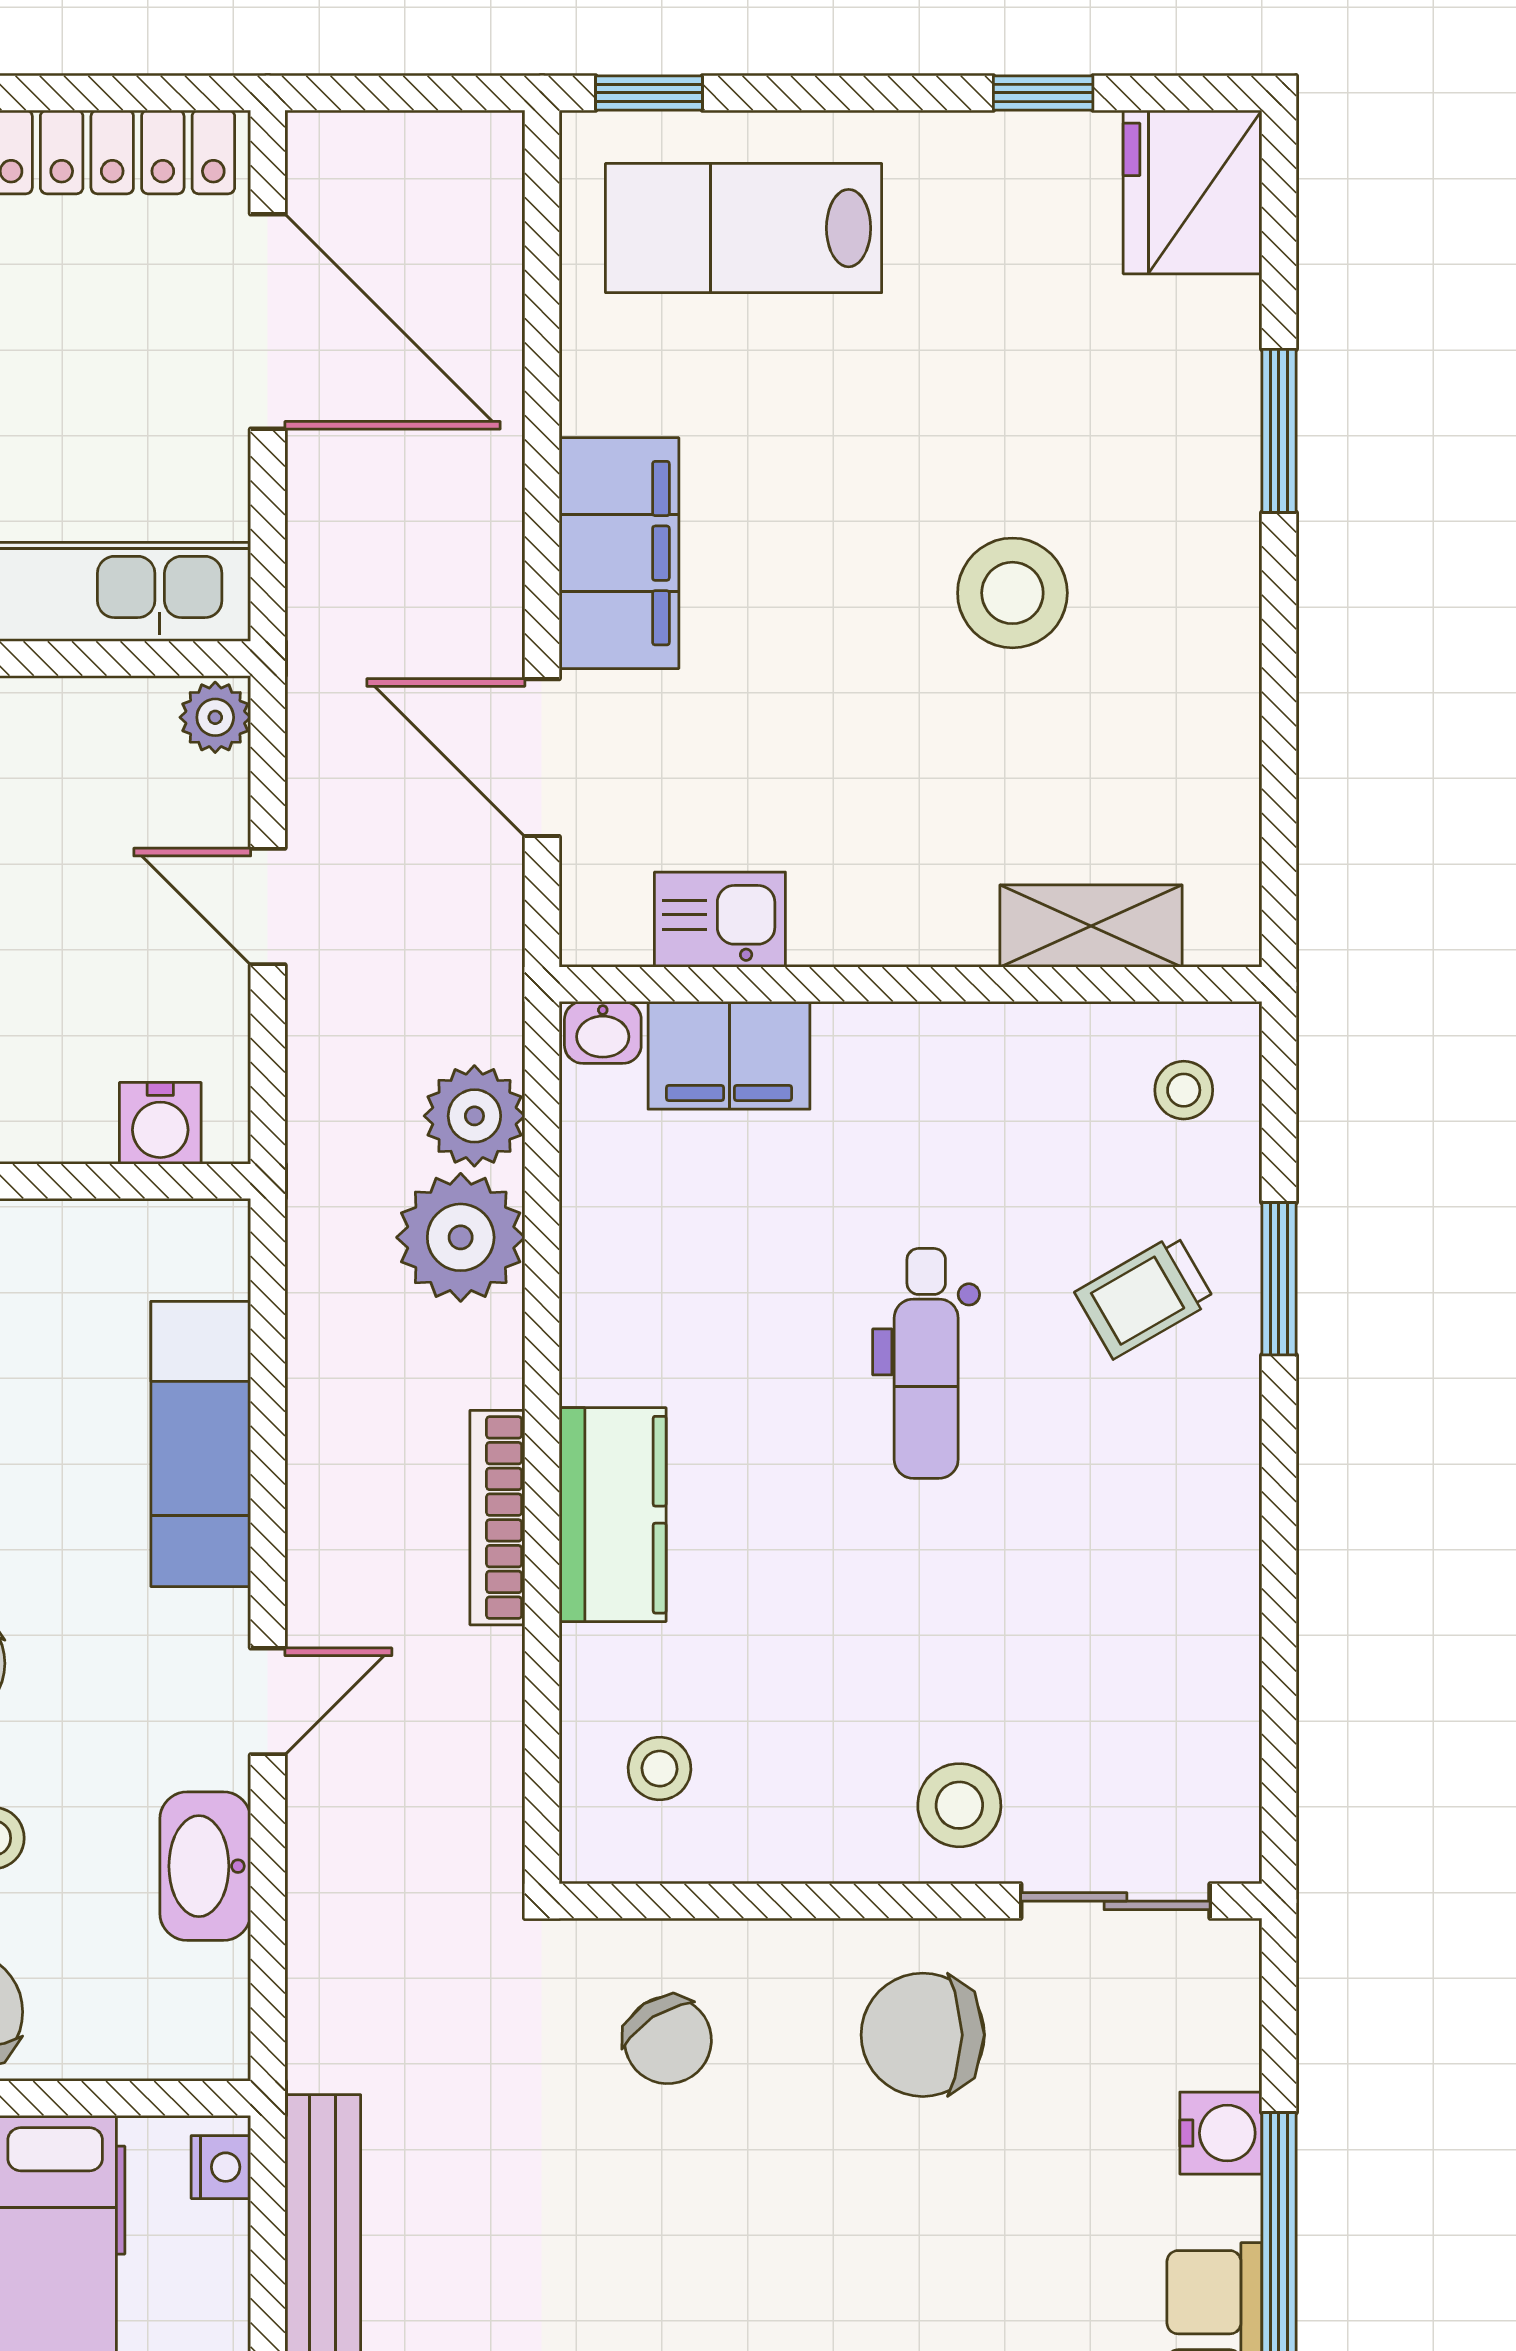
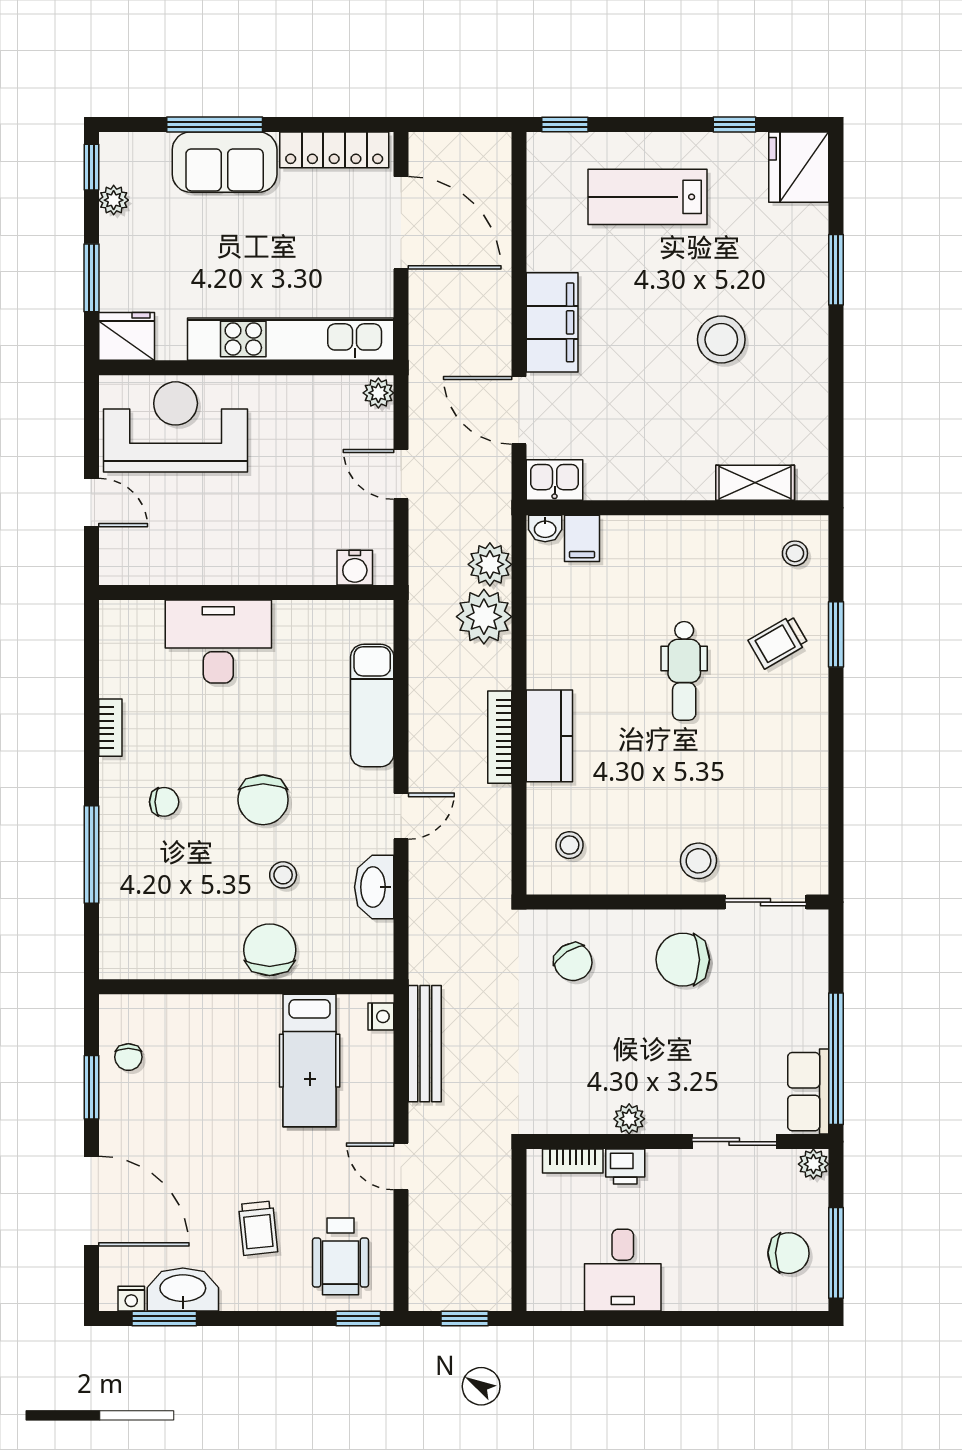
lab bench: (744, 228) -> (648, 197), moved
kitchen sink: (720, 920) -> (555, 480), moved
filing cabinet: (729, 1055) -> (582, 538), width x0.50
water cooler: (1221, 2133) -> (811, 1002), removed

